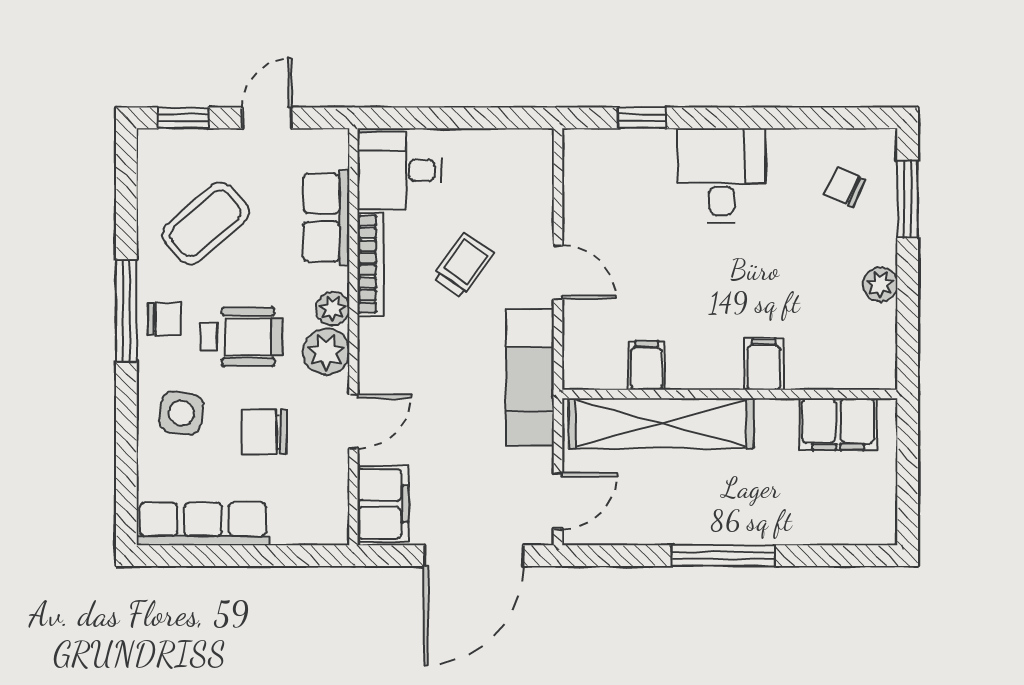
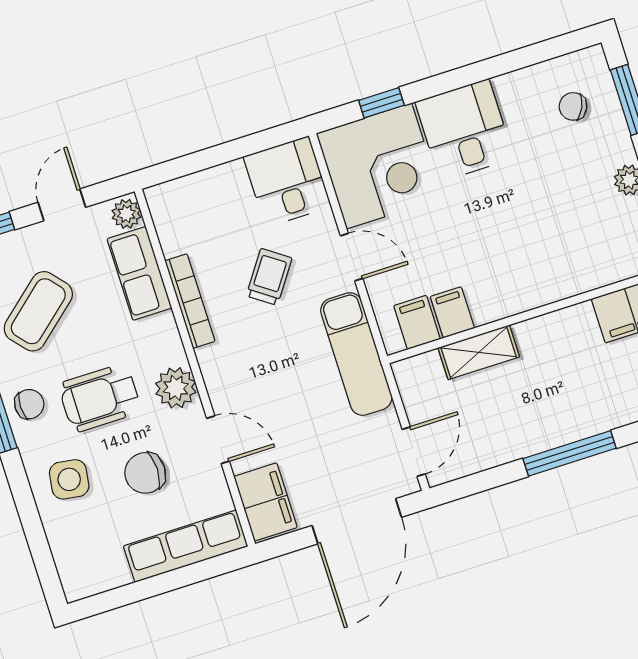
desk: (399, 170) -> (287, 182), moved, turned 90
corner desk: (618, 184) -> (379, 166), added
plant: (333, 309) -> (126, 214), moved
wheelchair: (242, 337) -> (100, 398), turned 180
filing cabinet: (764, 364) -> (417, 322), moved
door: (353, 422) -> (218, 440), hinge flipped
shelving: (661, 423) -> (479, 352), width x0.45, depth x0.75
row of seats: (203, 524) -> (186, 546), moved

